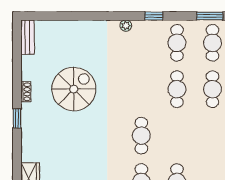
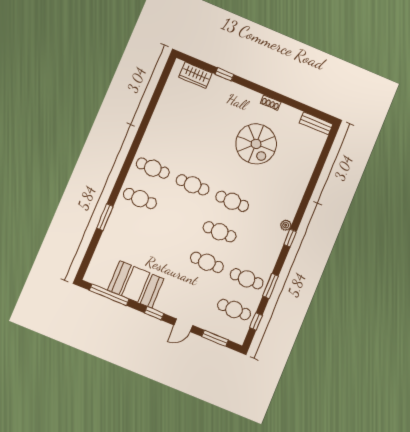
plant: (126, 26) -> (286, 225), moved
cafe table: (177, 43) -> (232, 201), moved
window: (17, 118) -> (224, 74), moved

